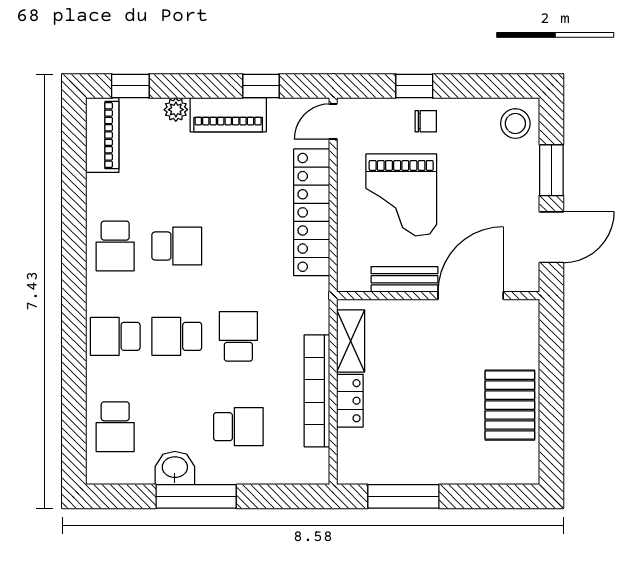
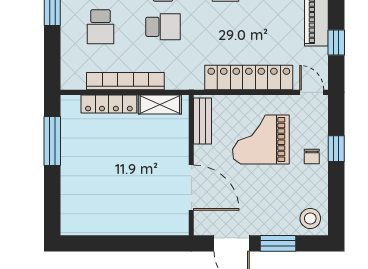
bench: (404, 279) -> (203, 121), moved
locker: (350, 401) -> (109, 104), width x1.53
pallet: (510, 405) -> (115, 215), removed

